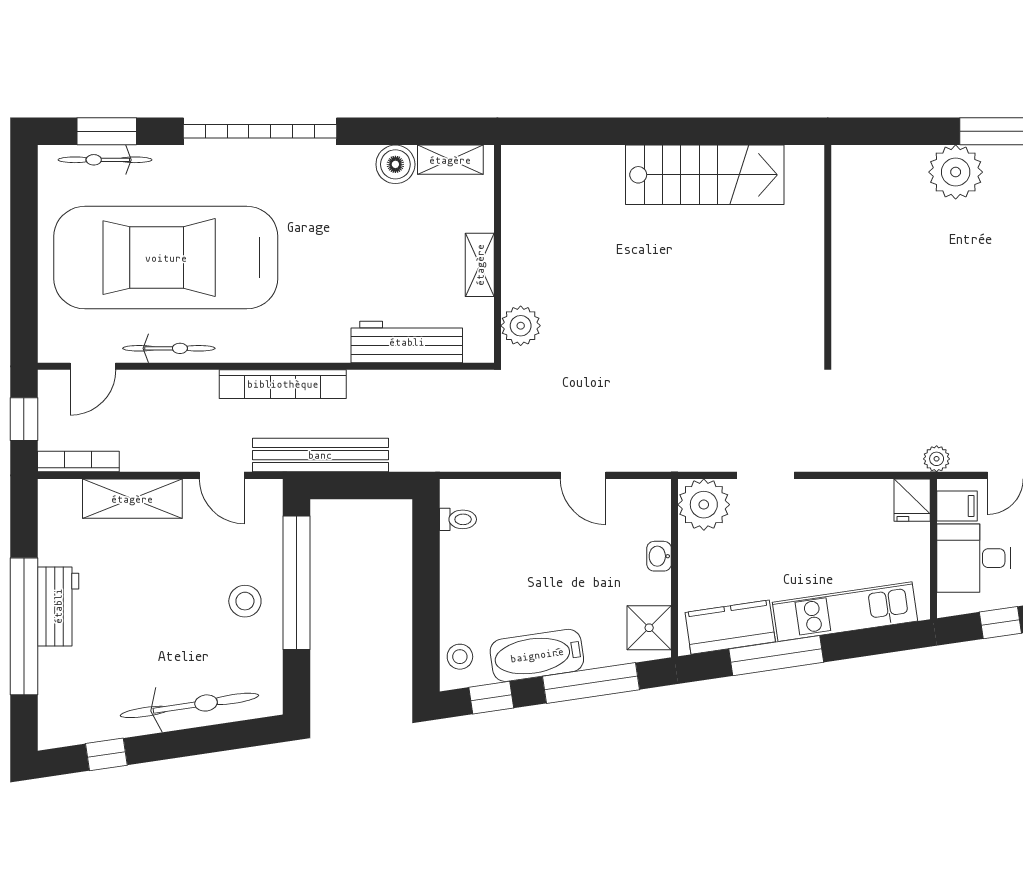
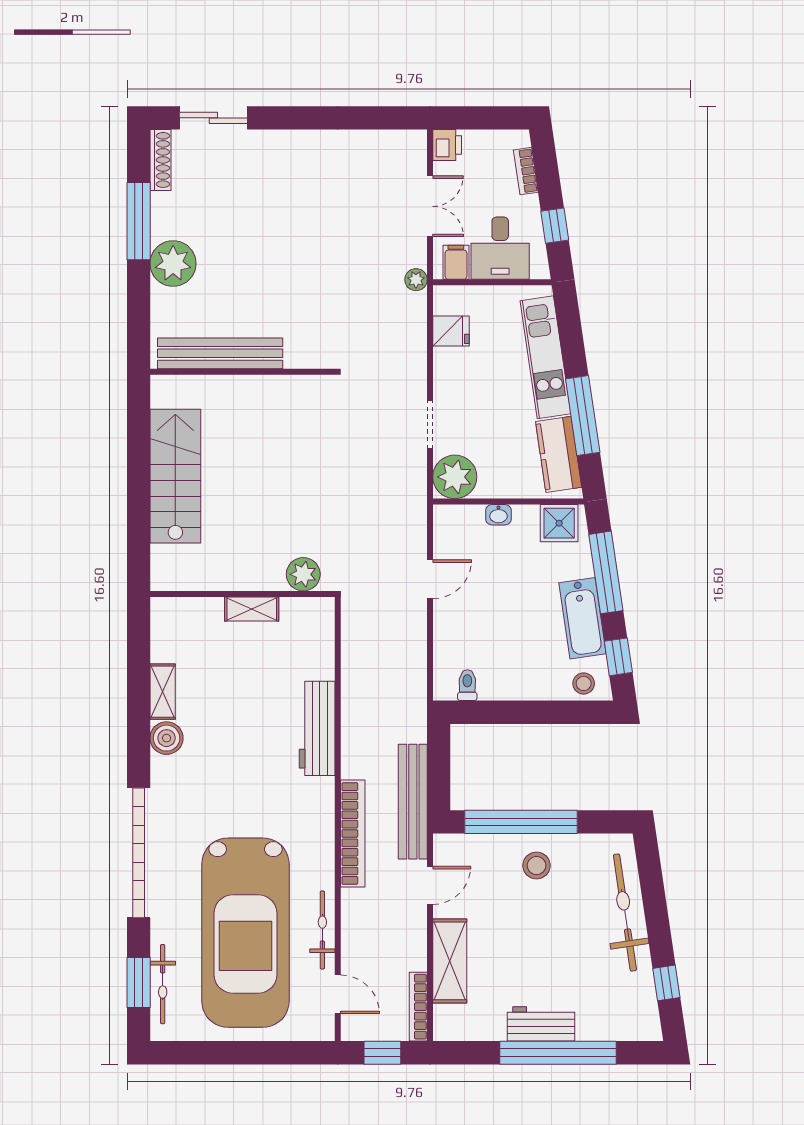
bench: (850, 228) -> (220, 353), added
wall: (497, 254) -> (242, 594), moved
shelving: (480, 265) -> (252, 609), moved
plant: (521, 326) -> (303, 574), moved
fridge: (912, 500) -> (451, 331), moved

